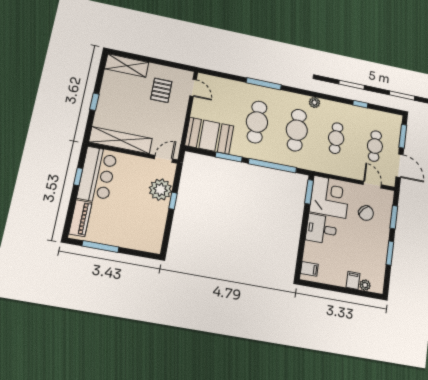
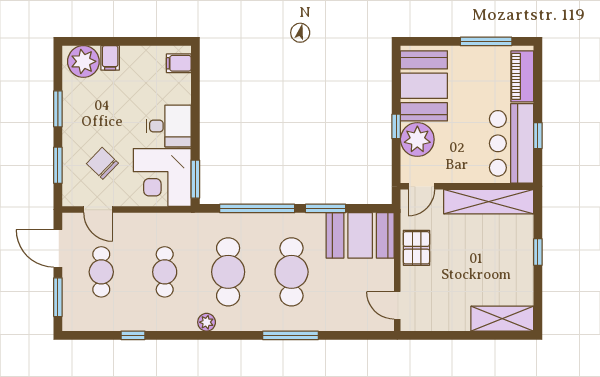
pallet: (161, 90) -> (416, 248), moved
booth: (149, 224) -> (424, 86), added
plant: (365, 285) -> (83, 61), width x1.88, depth x1.88

